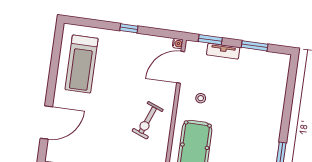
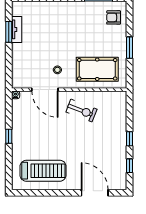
window: (210, 40) -> (9, 69), removed
tv unit: (223, 51) -> (17, 29), moved
door: (181, 67) -> (45, 90), moved

